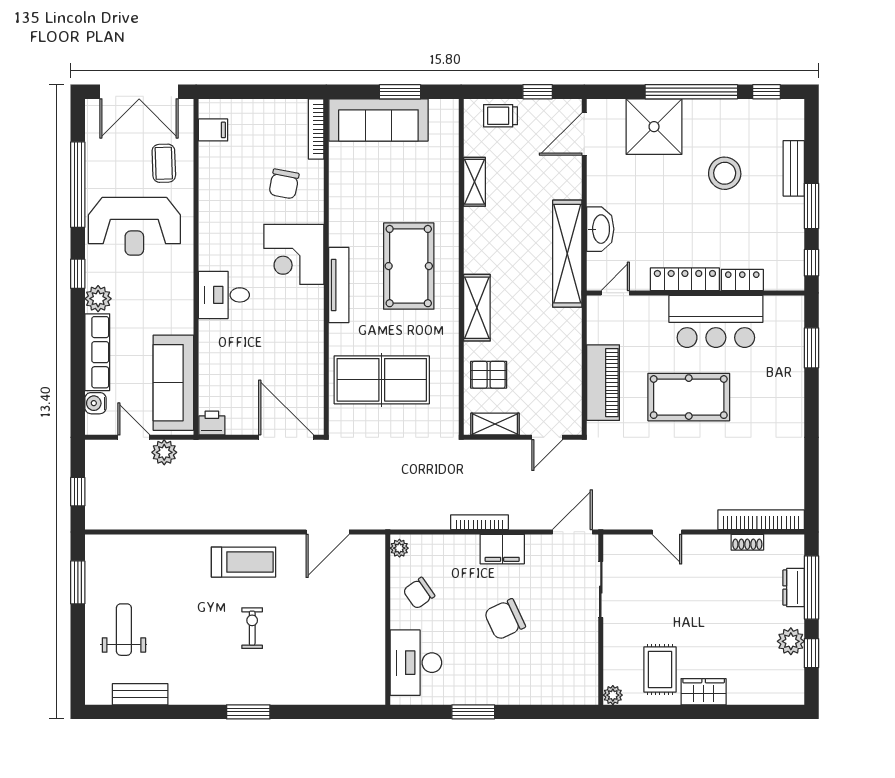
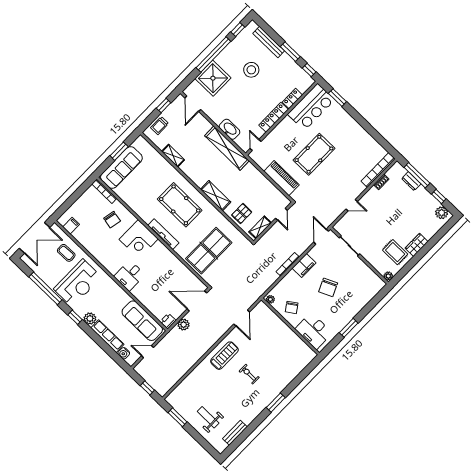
bench: (794, 168) -> (269, 42), width x1.36
bar counter: (716, 321) -> (311, 107), moved
plant: (164, 452) -> (184, 325), moved
plant: (791, 641) -> (442, 213), moved

